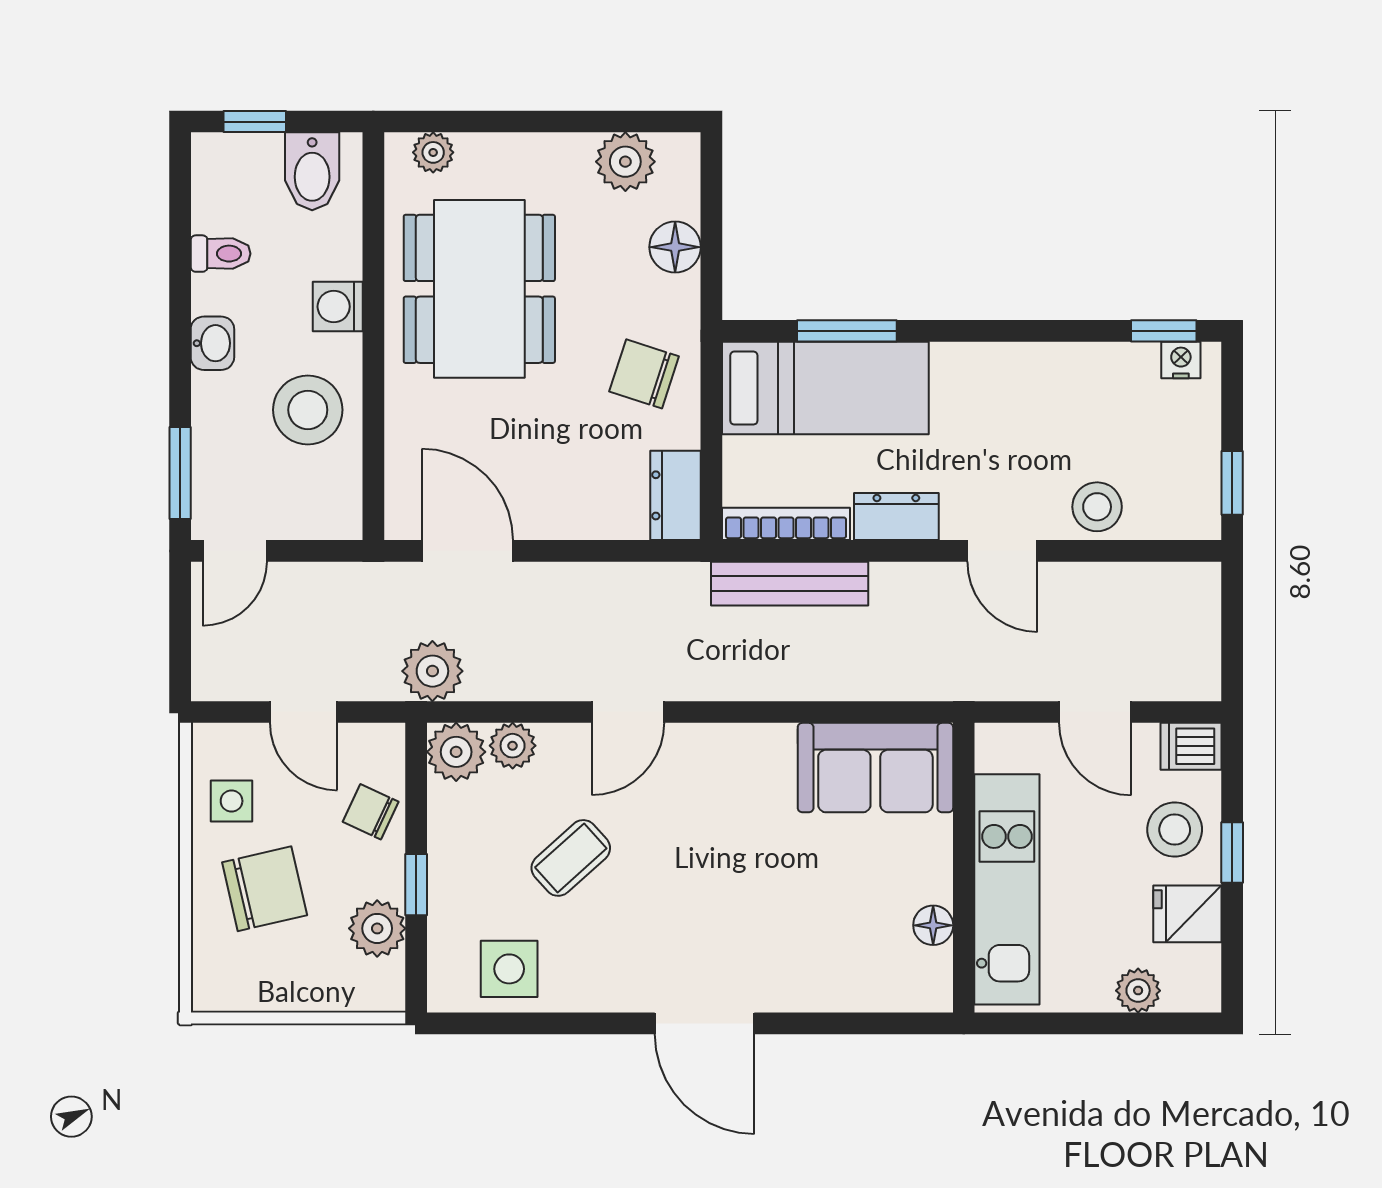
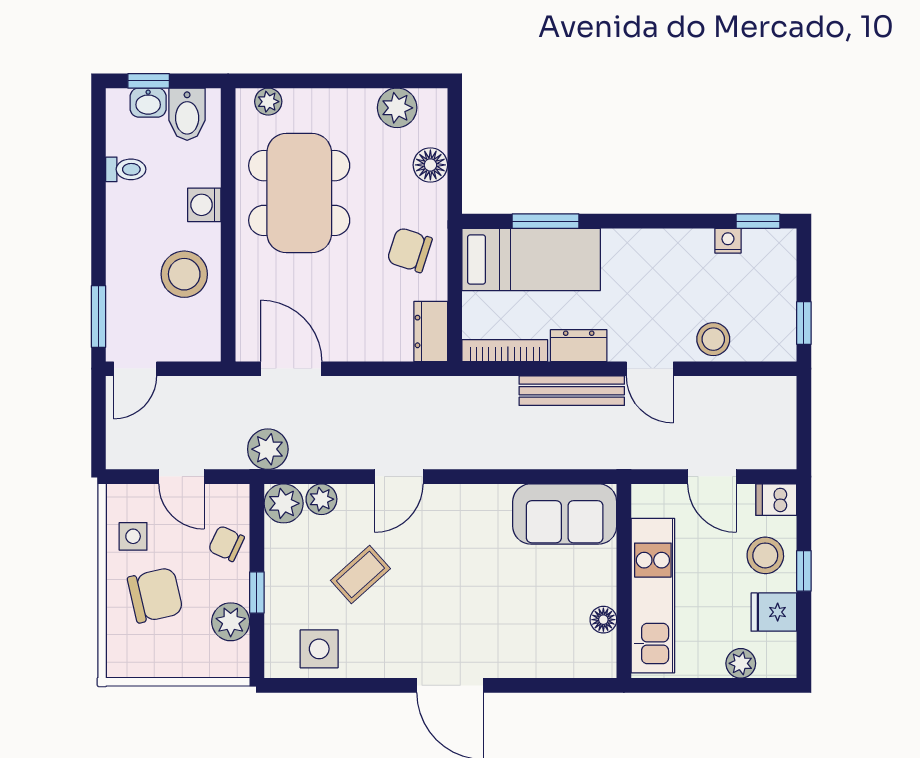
washbasin: (212, 343) -> (148, 103), moved, turned 90
nightstand: (1181, 360) -> (728, 241), moved
bench: (790, 584) -> (572, 391), moved

